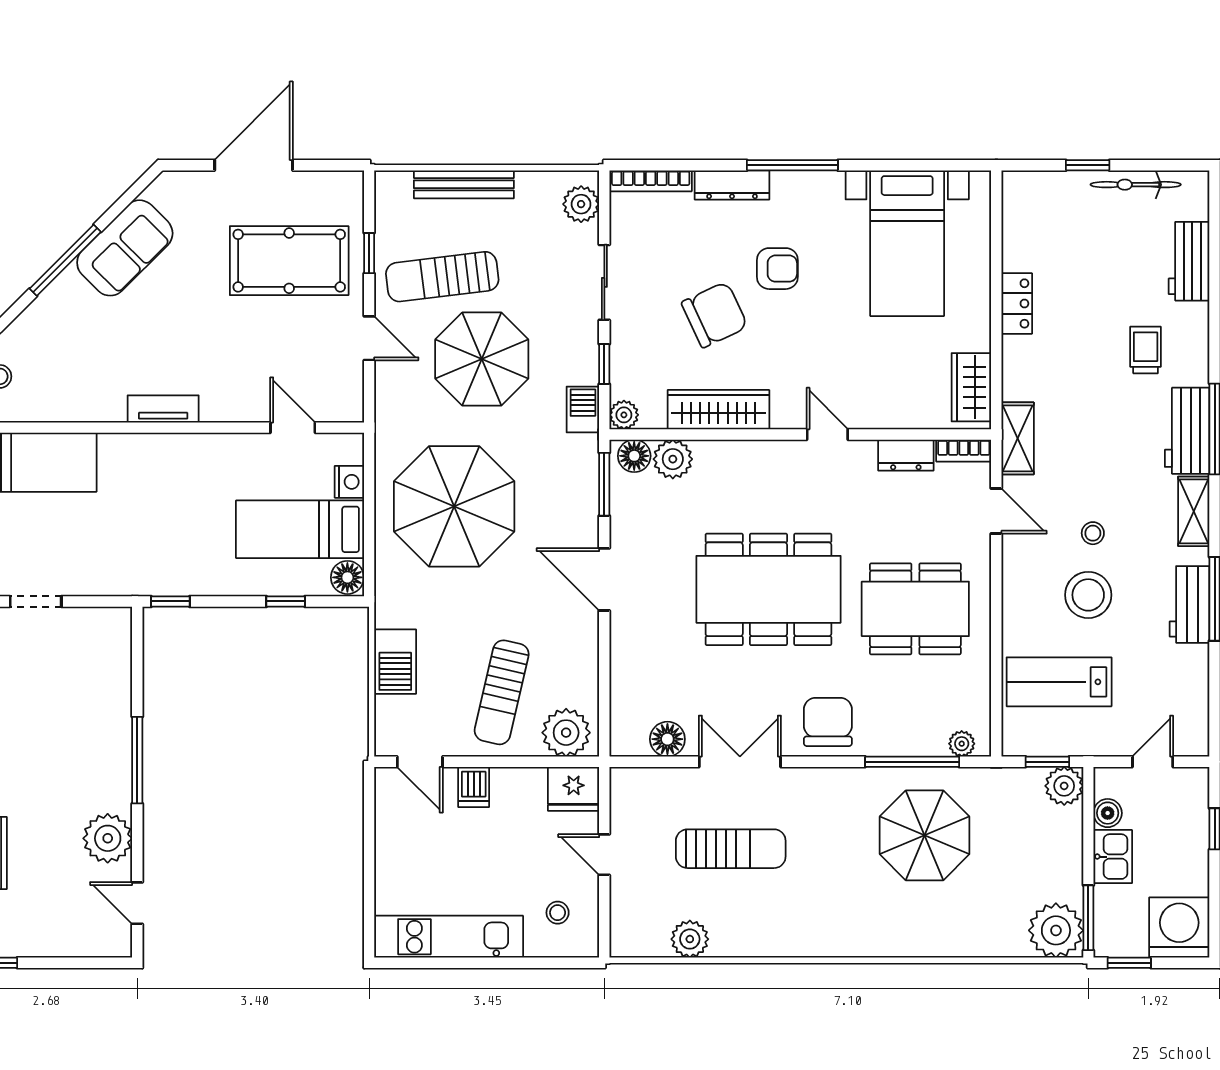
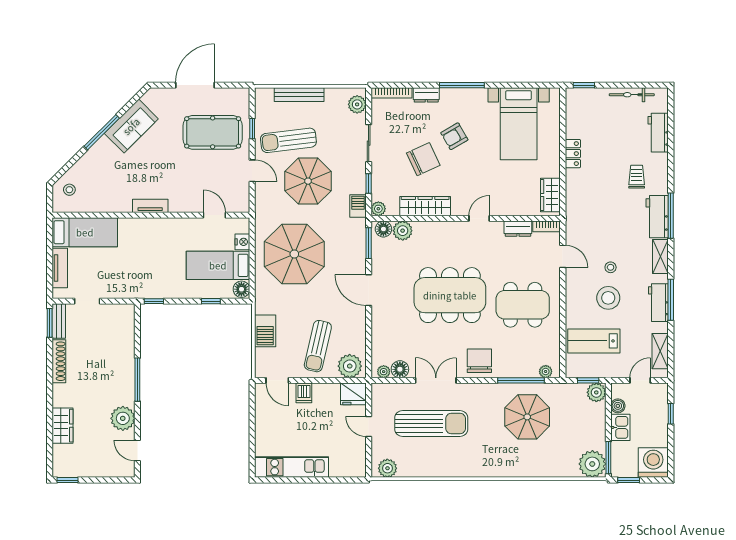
window: (1088, 165) -> (584, 85), moved
dresser: (732, 185) -> (426, 95), width x0.70
armchair: (777, 269) -> (454, 136), turned 150
door: (827, 434) -> (479, 218), hinge flipped
shelving: (1018, 438) -> (660, 351), moved
plant: (635, 744) -> (384, 372), added
sun lounger: (731, 849) -> (431, 424), width x1.36, depth x1.34
stool: (558, 913) -> (346, 455), removed
plant: (690, 939) -> (387, 468), moved

